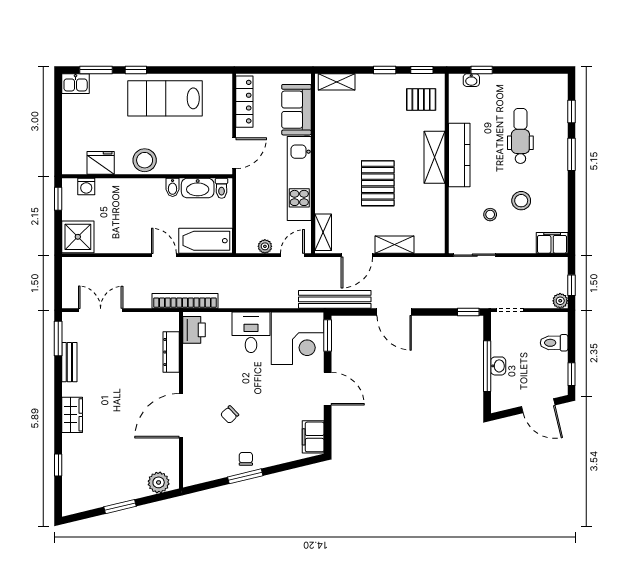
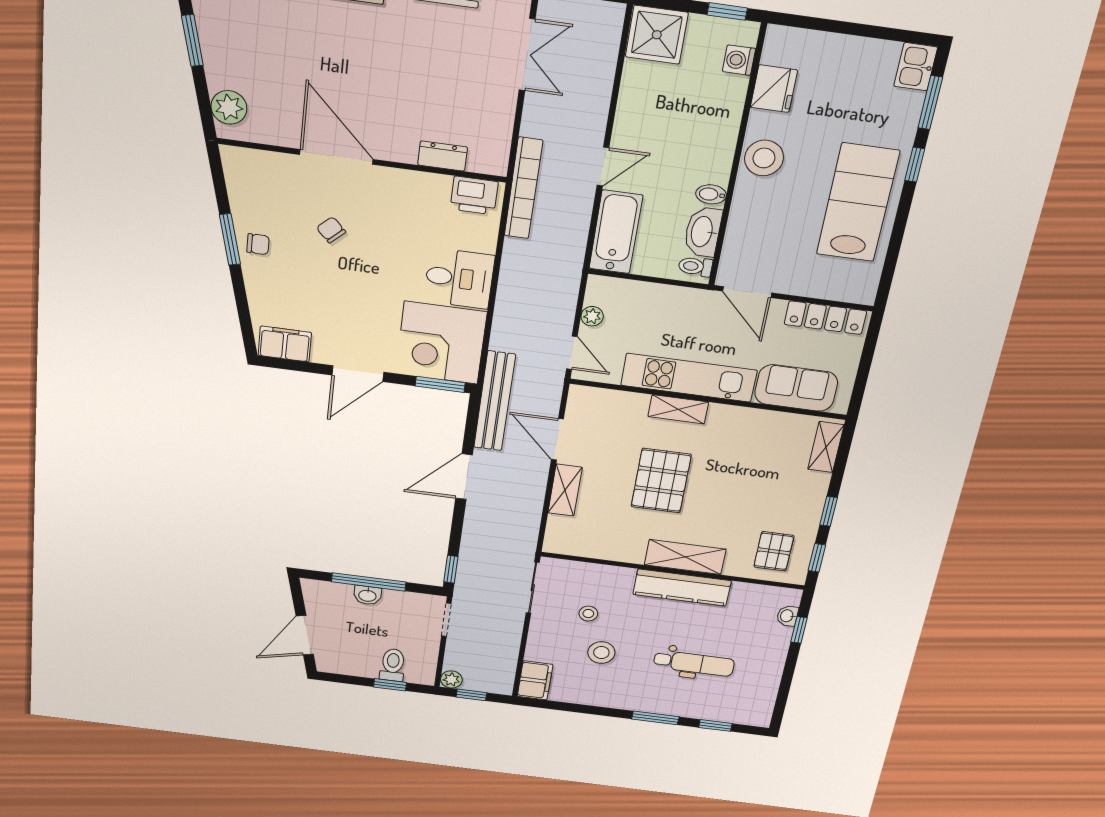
pallet: (378, 183) -> (661, 481), turned 90
shelving: (323, 232) -> (678, 409), moved
dresser: (171, 352) -> (443, 156), width x0.70
window: (571, 374) -> (390, 685), moved

